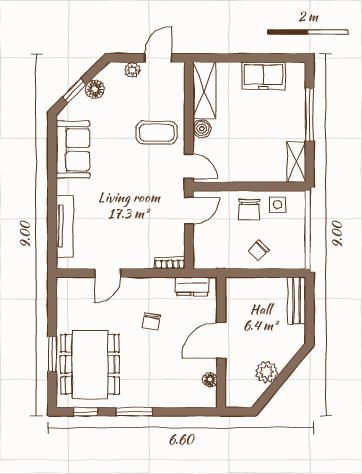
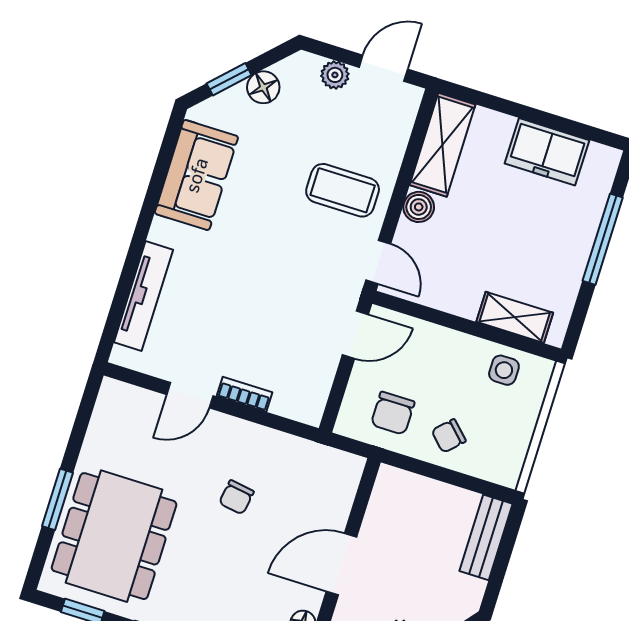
shelving: (296, 162) -> (515, 317), moved, turned 90
chair: (249, 210) -> (393, 413), moved
bookcase: (170, 263) -> (244, 394), moved
dresser: (192, 286) -> (322, 461), removed

